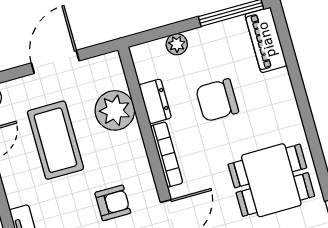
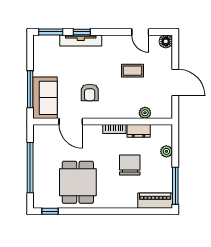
plant: (115, 110) -> (145, 113), width x0.53, depth x0.53
coffee table: (55, 140) -> (133, 71), width x0.54, depth x0.58
bookcase: (167, 155) -> (114, 129), width x0.64

